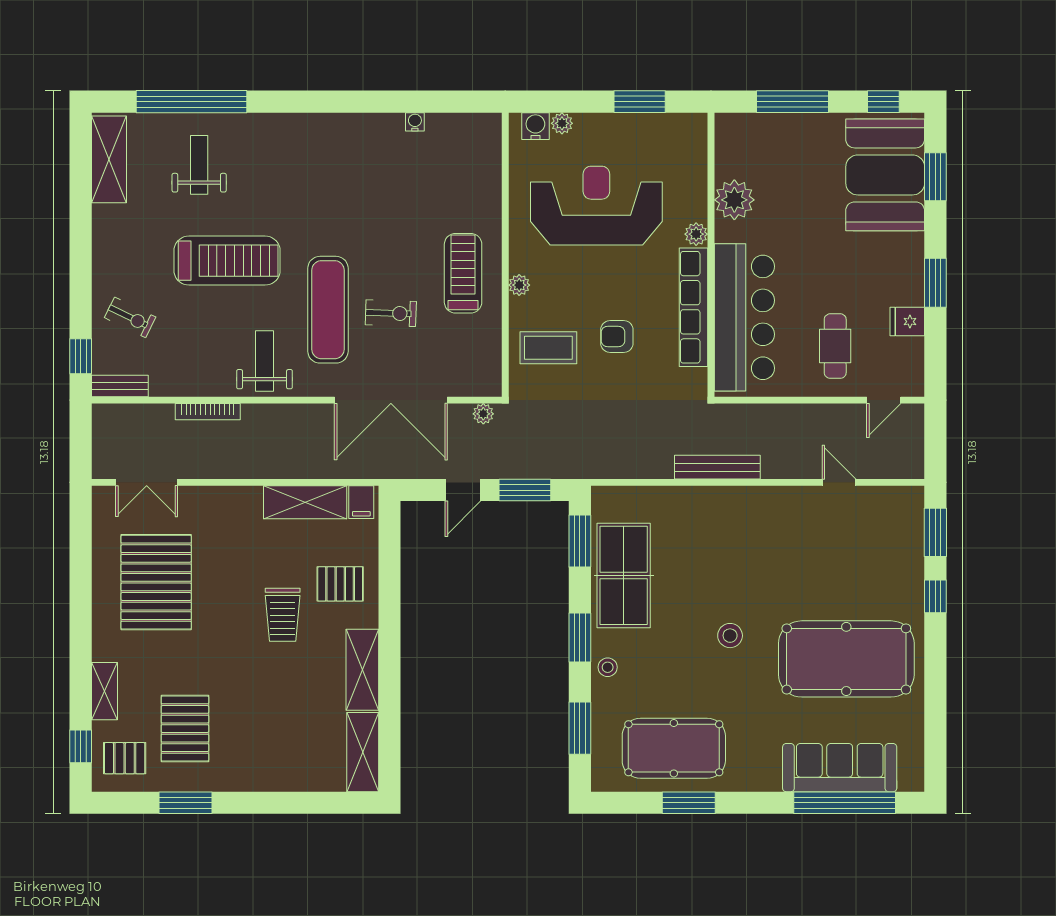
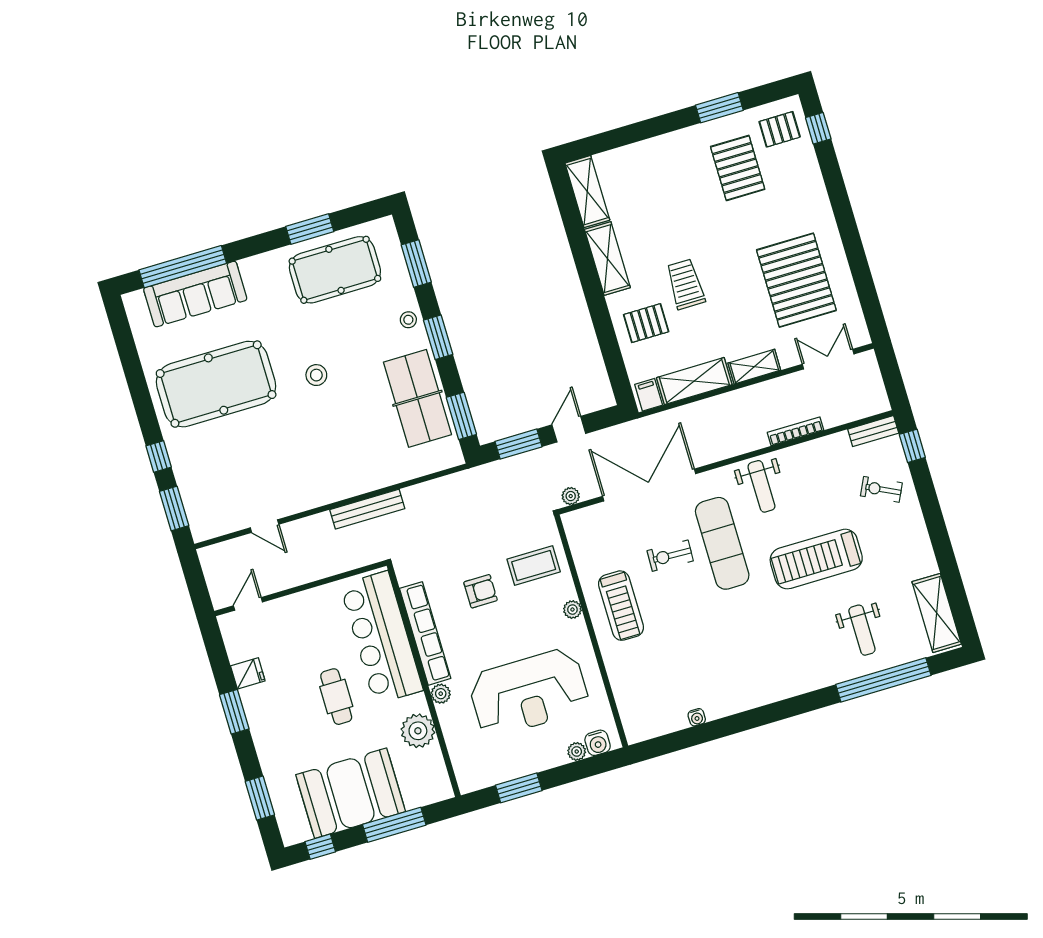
booth: (885, 175) -> (351, 793), moved, turned 90
cafe table: (835, 346) -> (336, 697), moved
shelving: (104, 691) -> (754, 367), moved, turned 90

